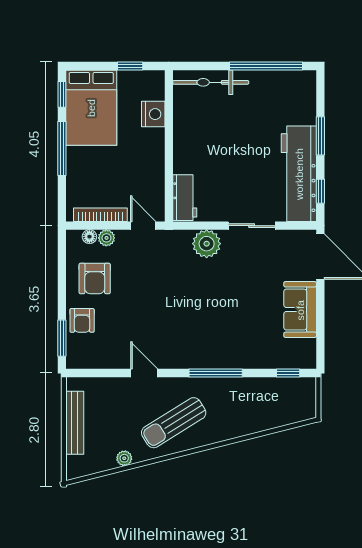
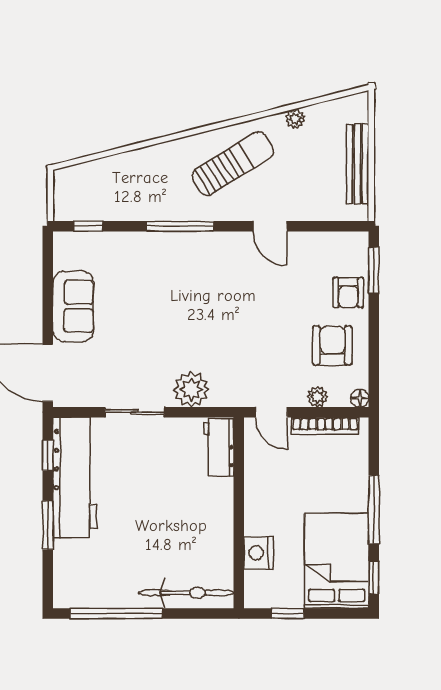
floor lamp: (89, 237) -> (360, 398), moved
armchair: (82, 320) -> (348, 293), turned 180

